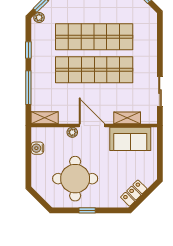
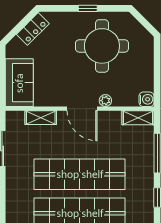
sofa: (130, 139) -> (19, 83), moved, turned 90
water cooler: (37, 148) -> (146, 99), moved

